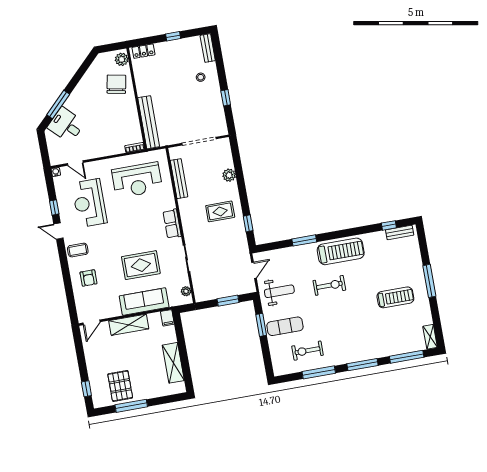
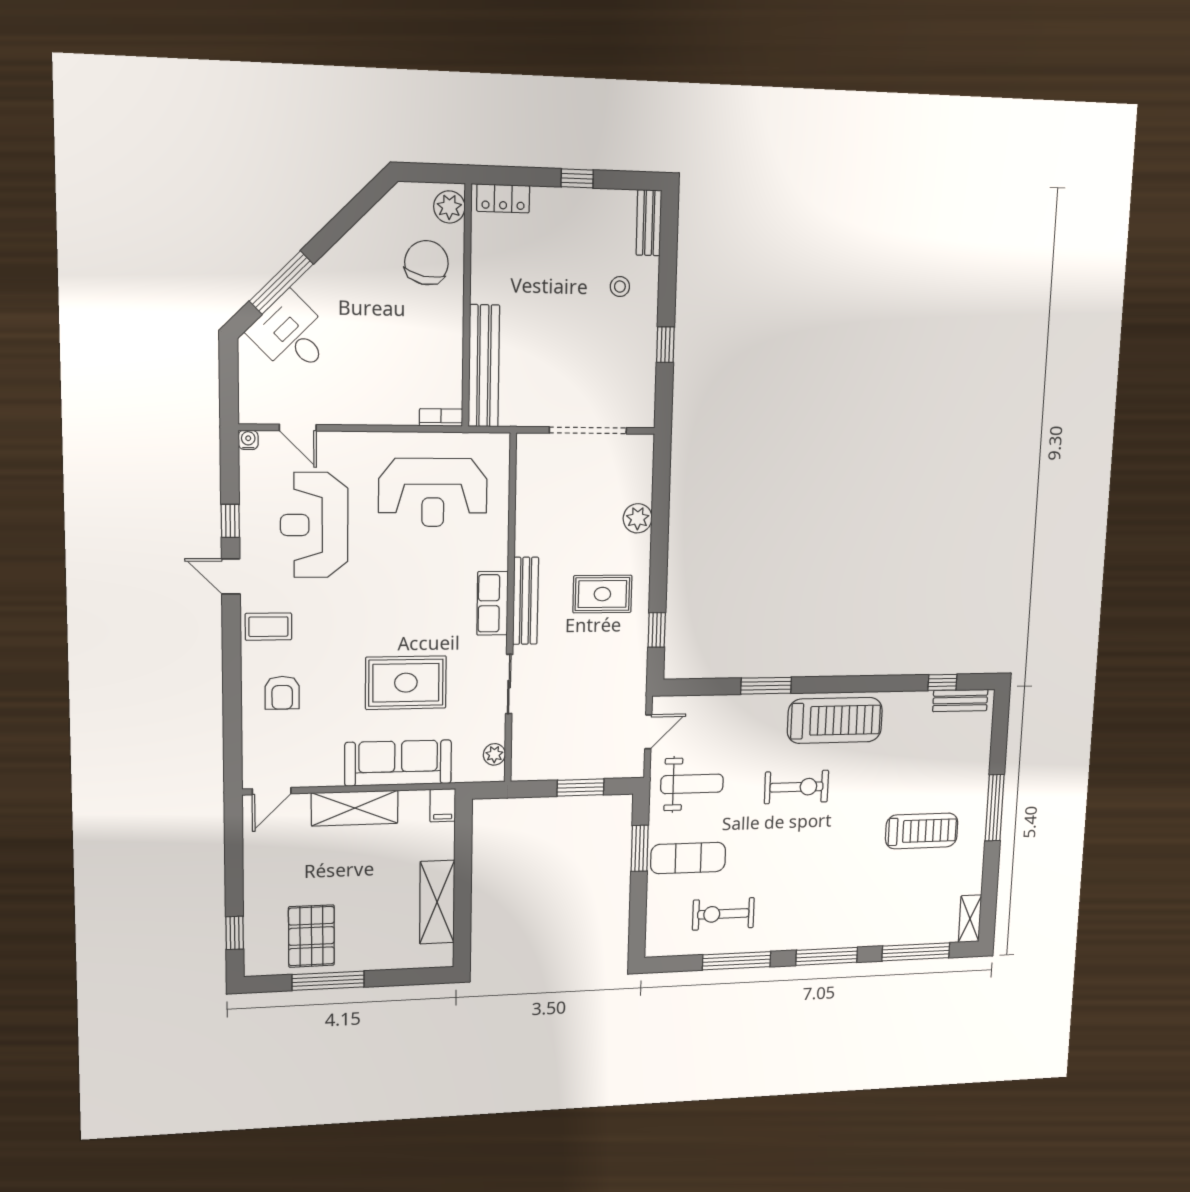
bench: (179, 179) -> (526, 601), moved

